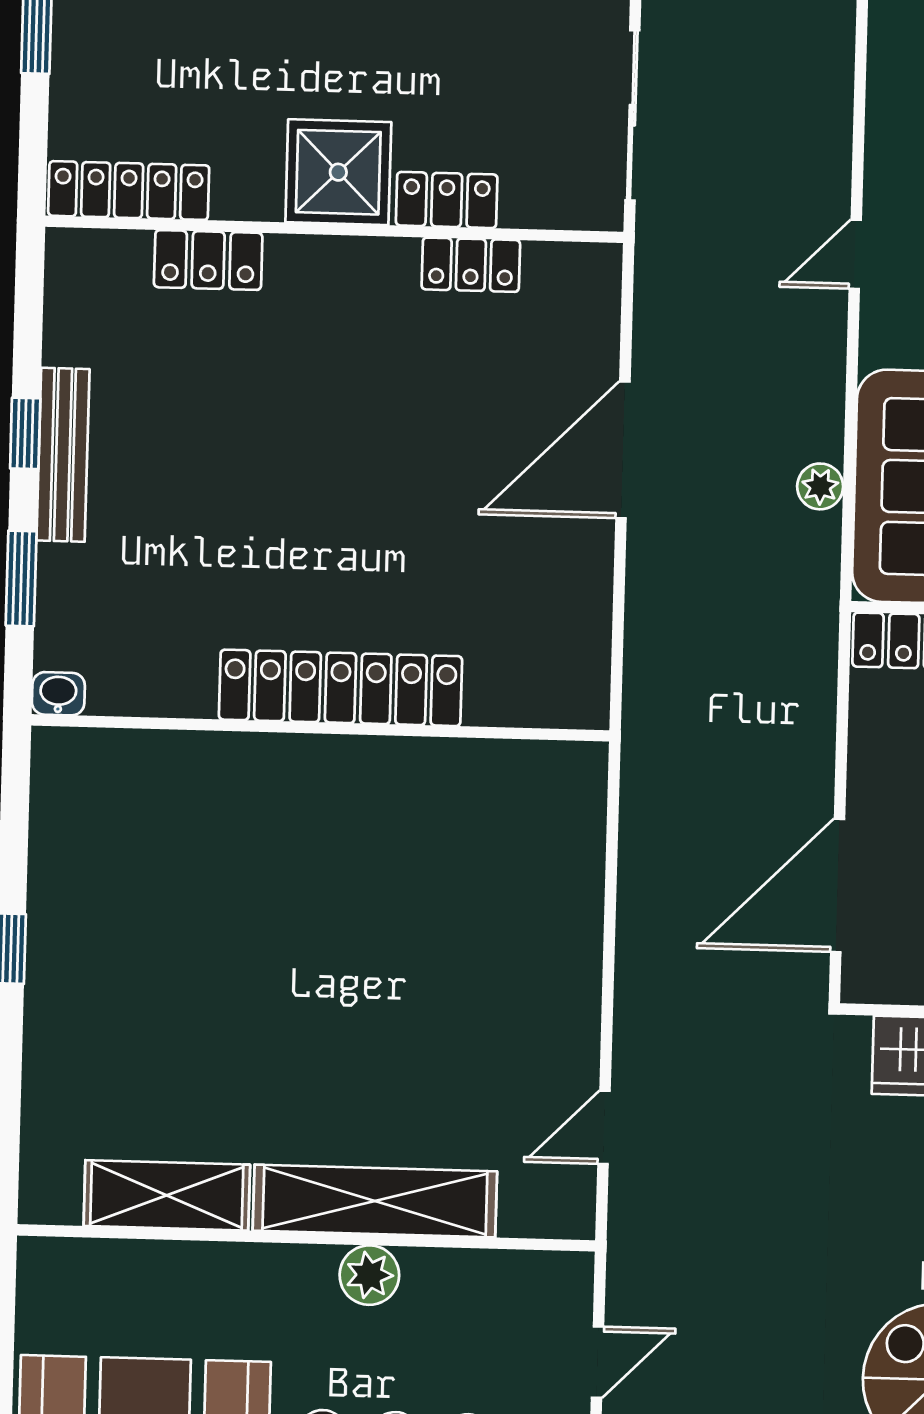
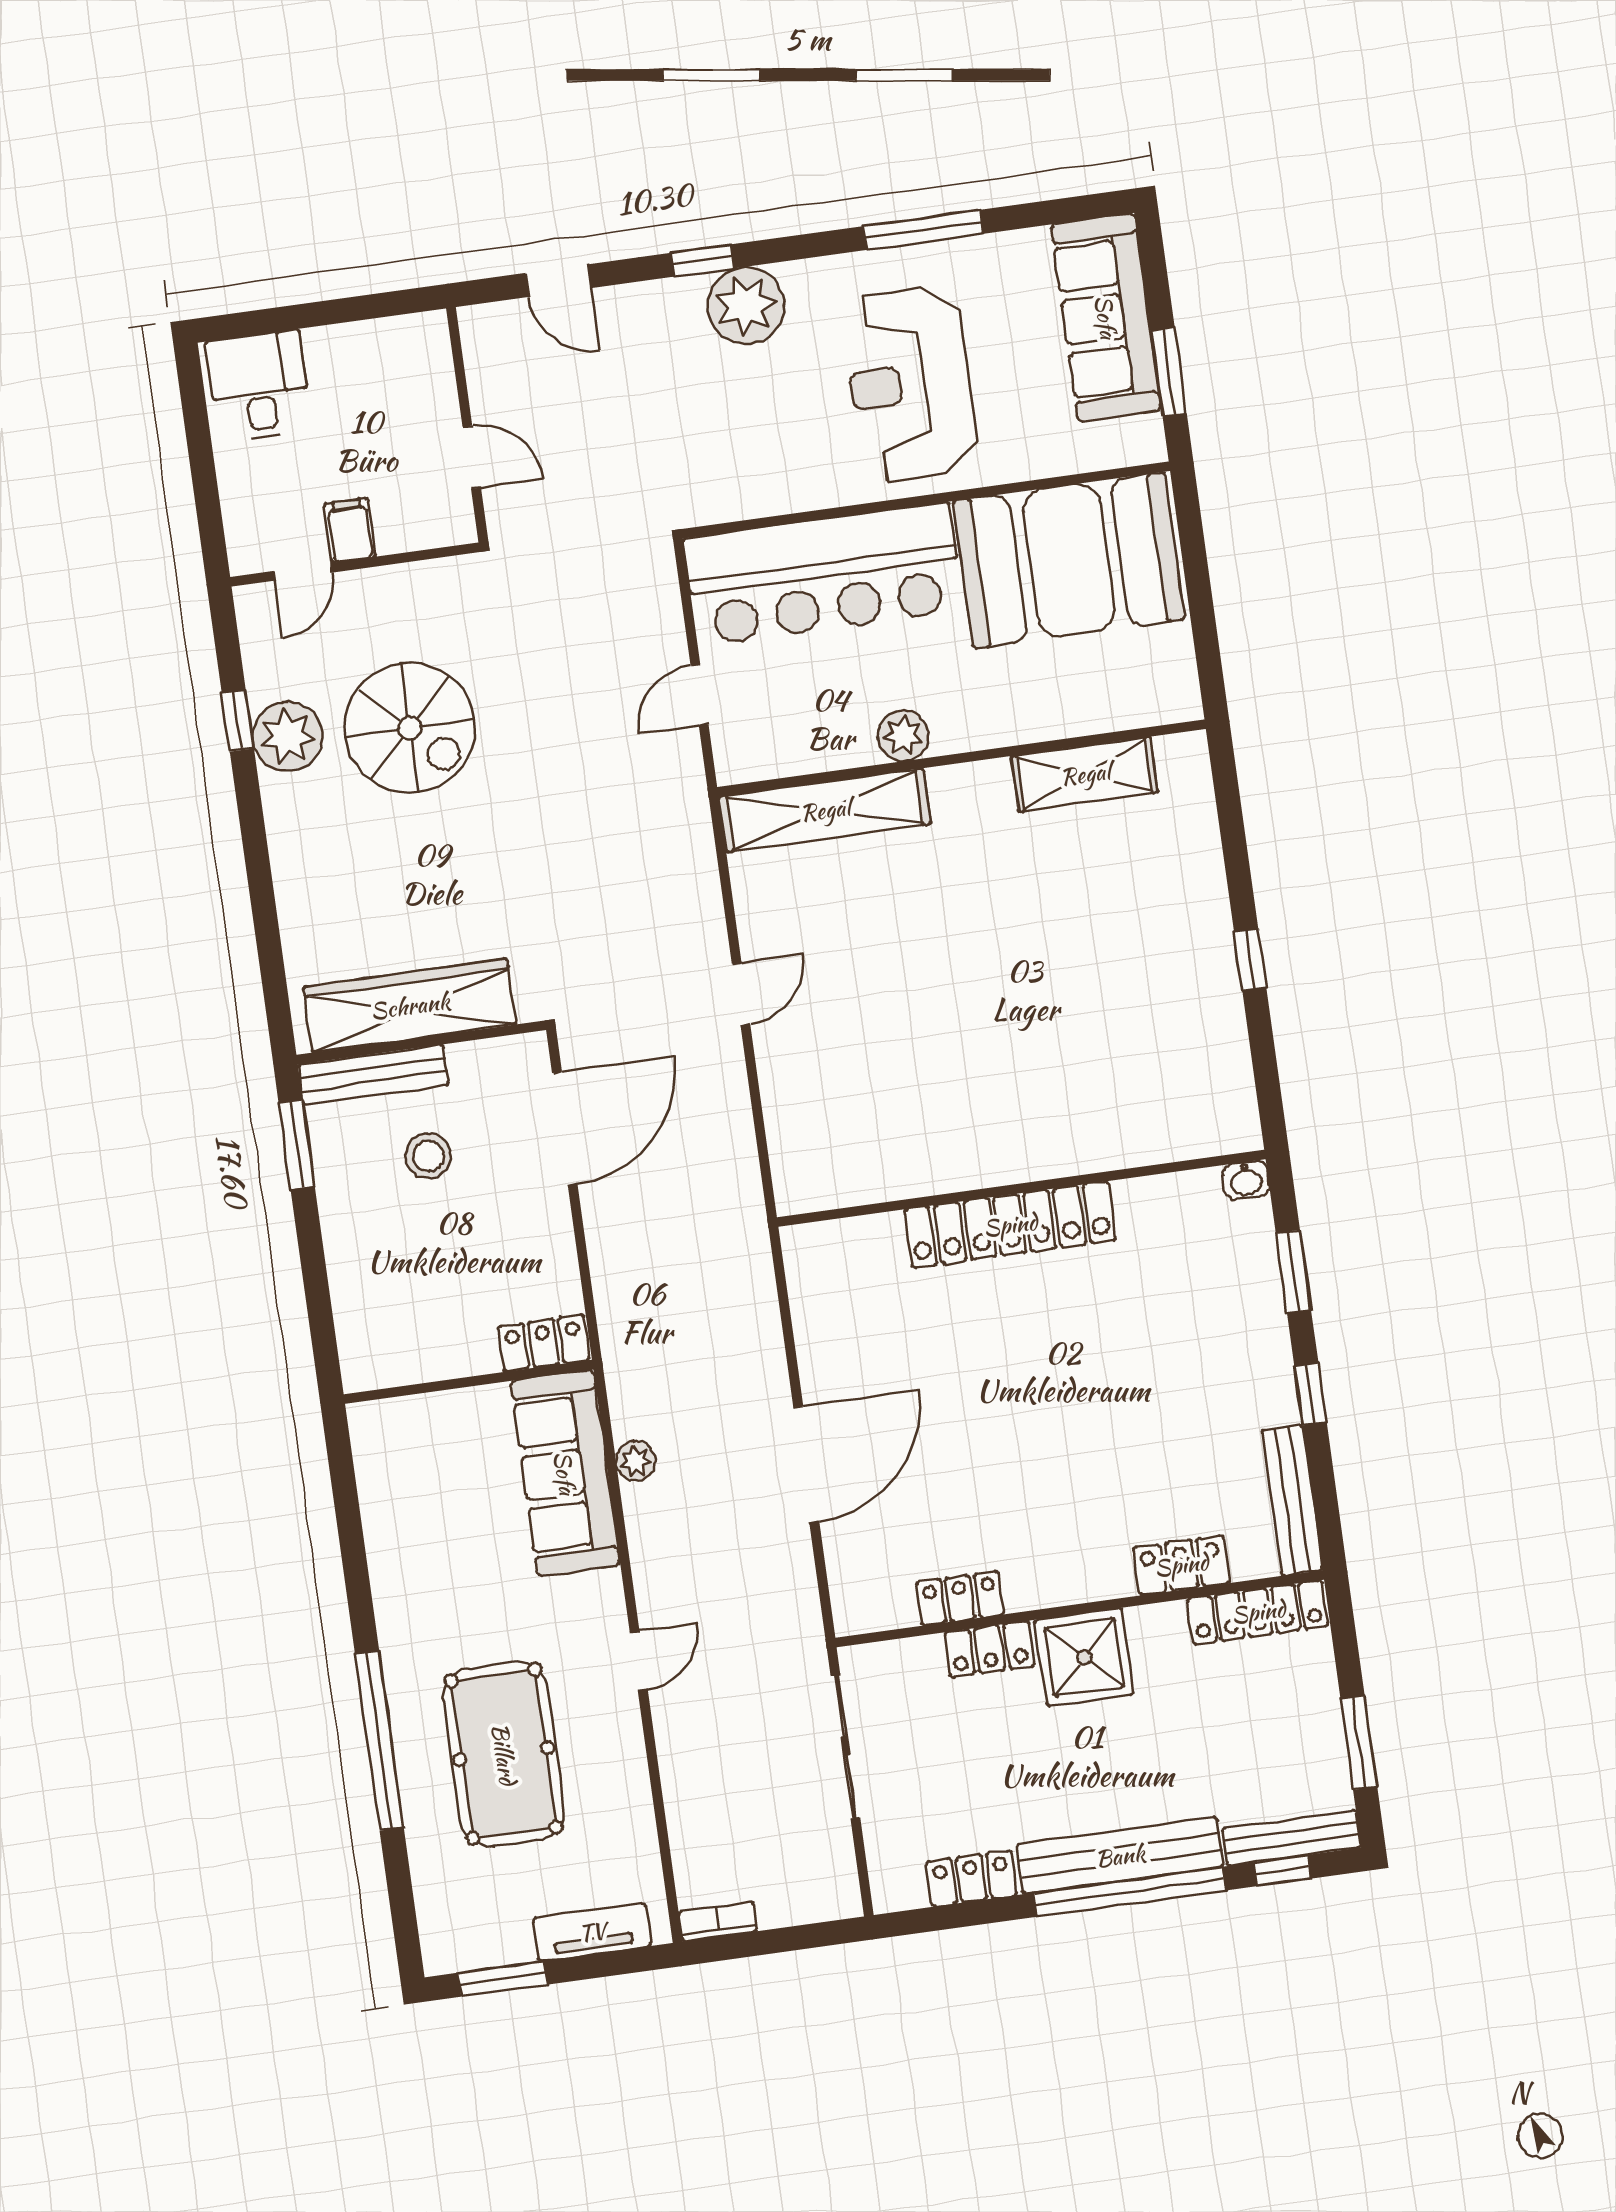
bench: (63, 455) -> (1292, 1500), moved
door: (604, 1127) -> (741, 994), moved
shelving: (375, 1201) -> (825, 810), moved

